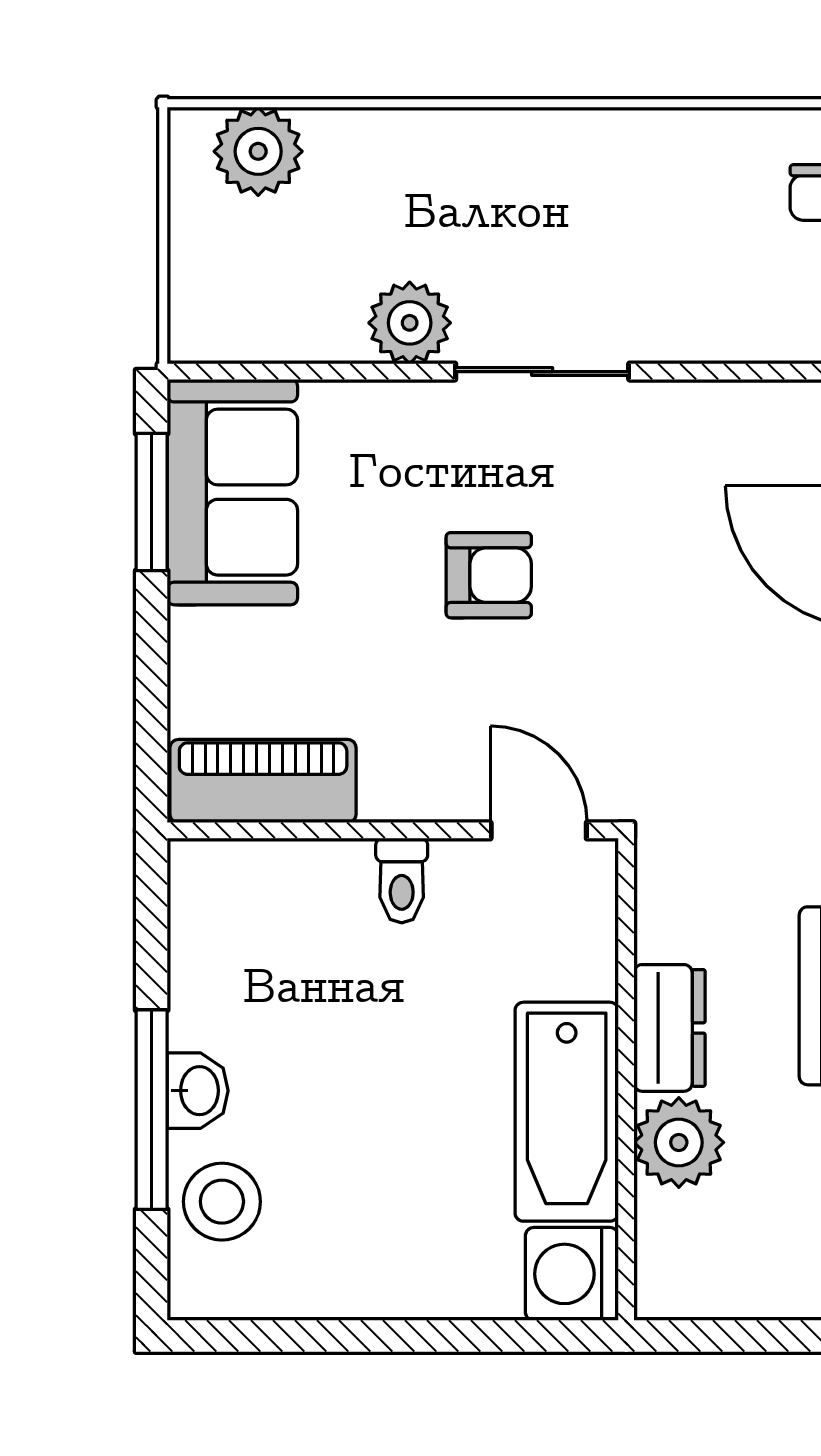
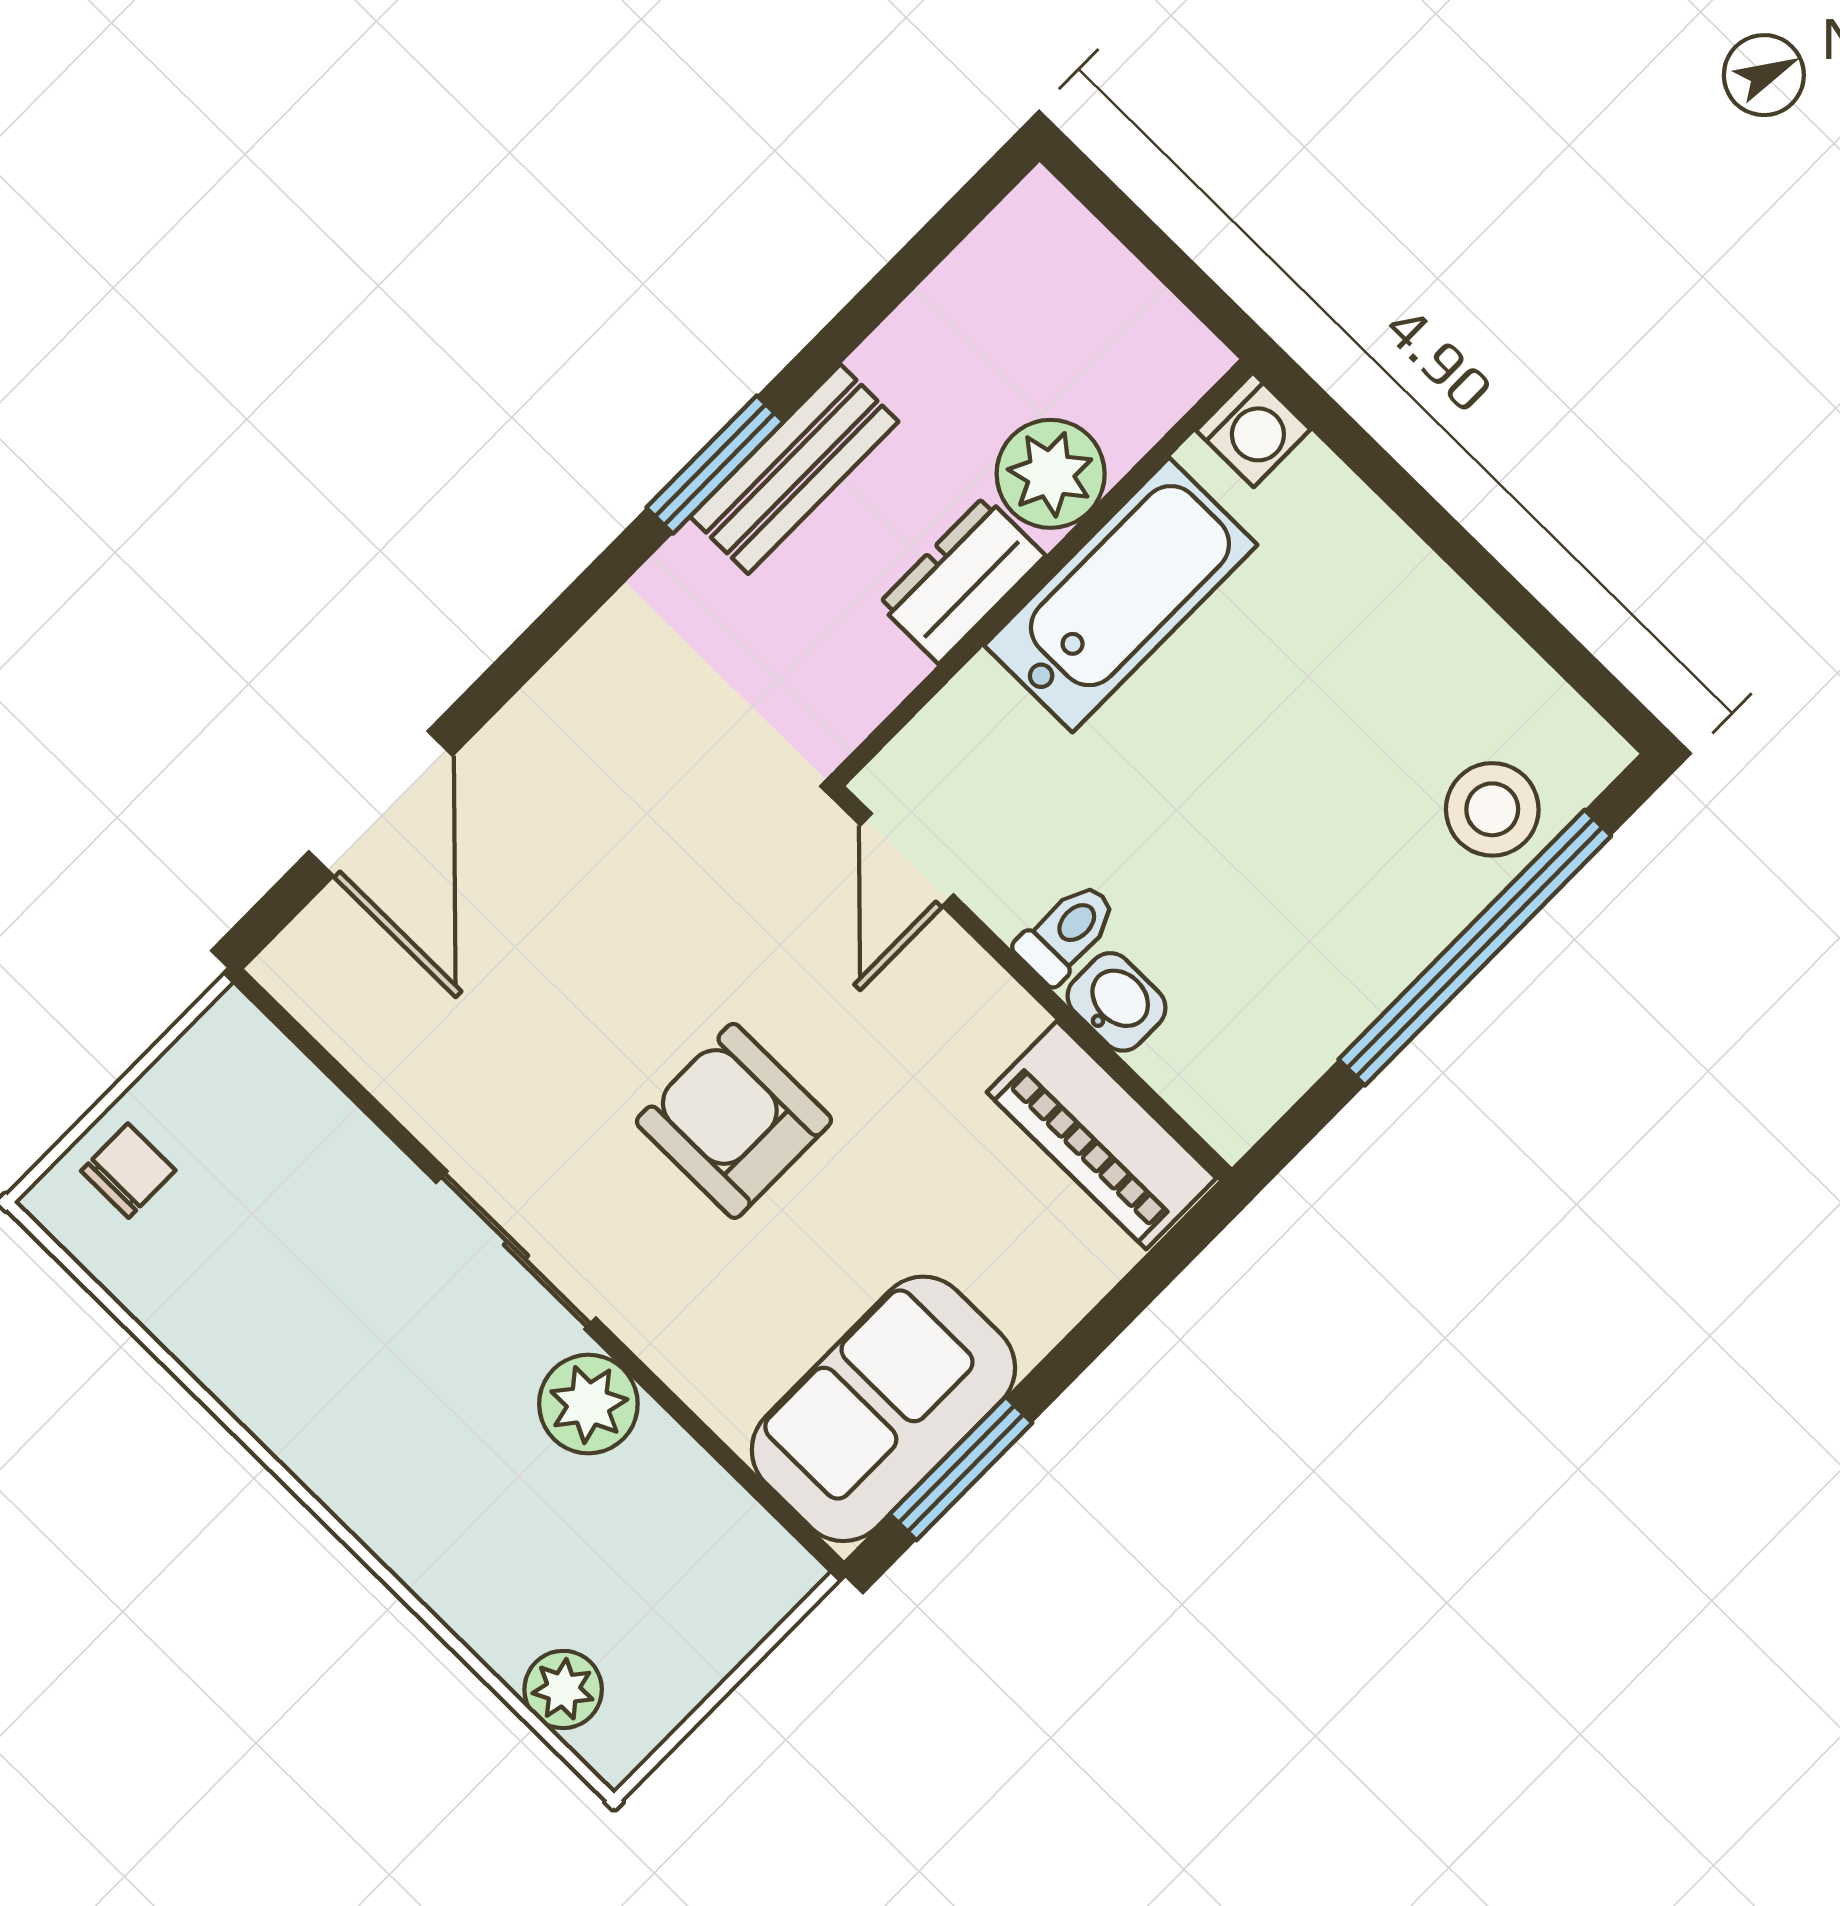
plant: (258, 151) -> (563, 1689), width x0.73, depth x0.73
armchair: (489, 575) -> (734, 1121), width x1.38, depth x1.38
washbasin: (198, 1091) -> (1117, 1002), moved, turned 90
window: (152, 1110) -> (1475, 948), width x1.46
washing machine: (572, 1274) -> (1253, 430), width x0.73, depth x0.73

